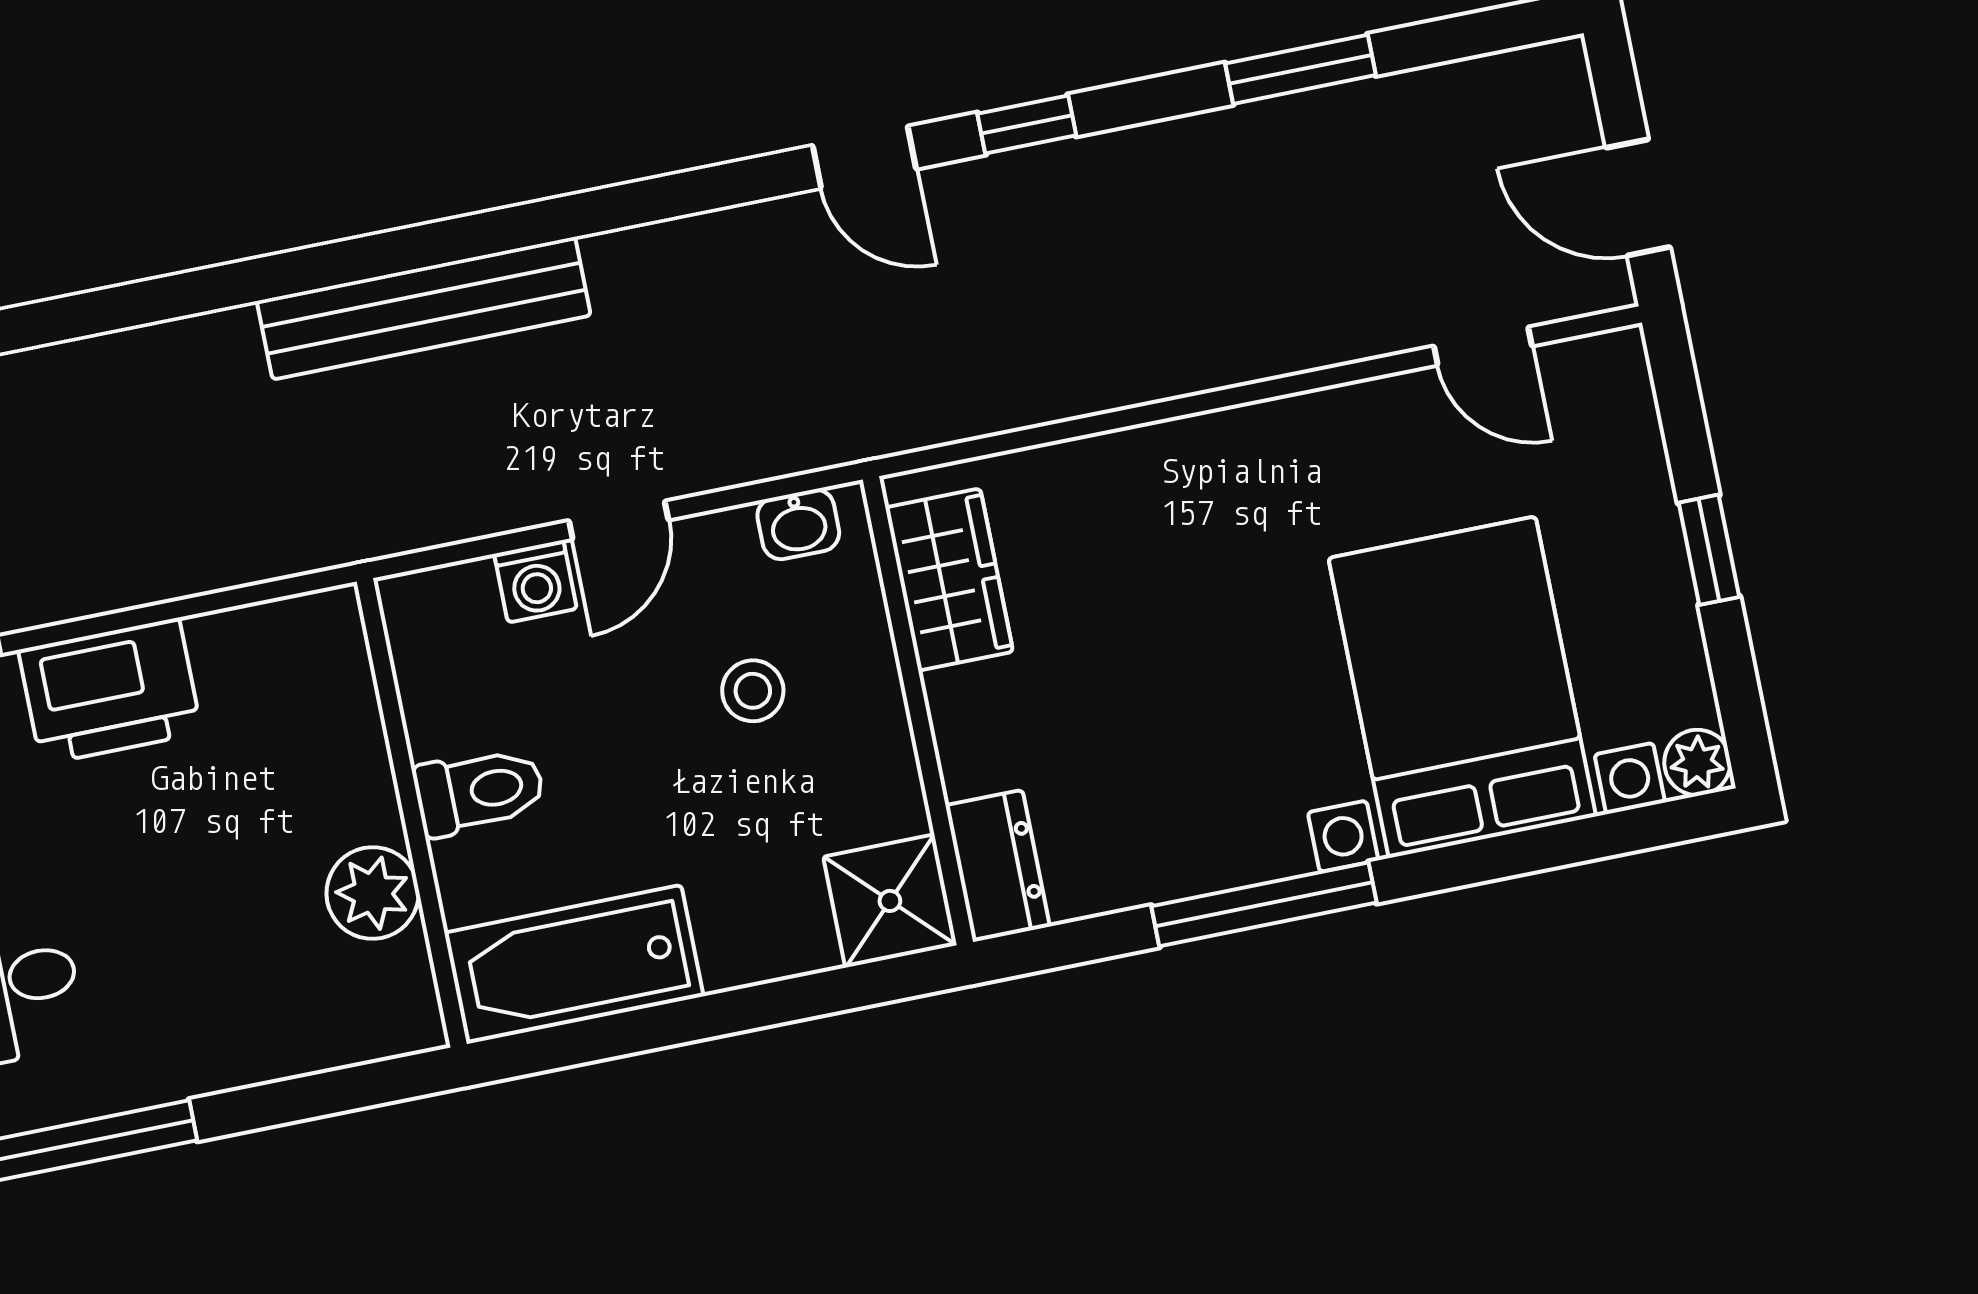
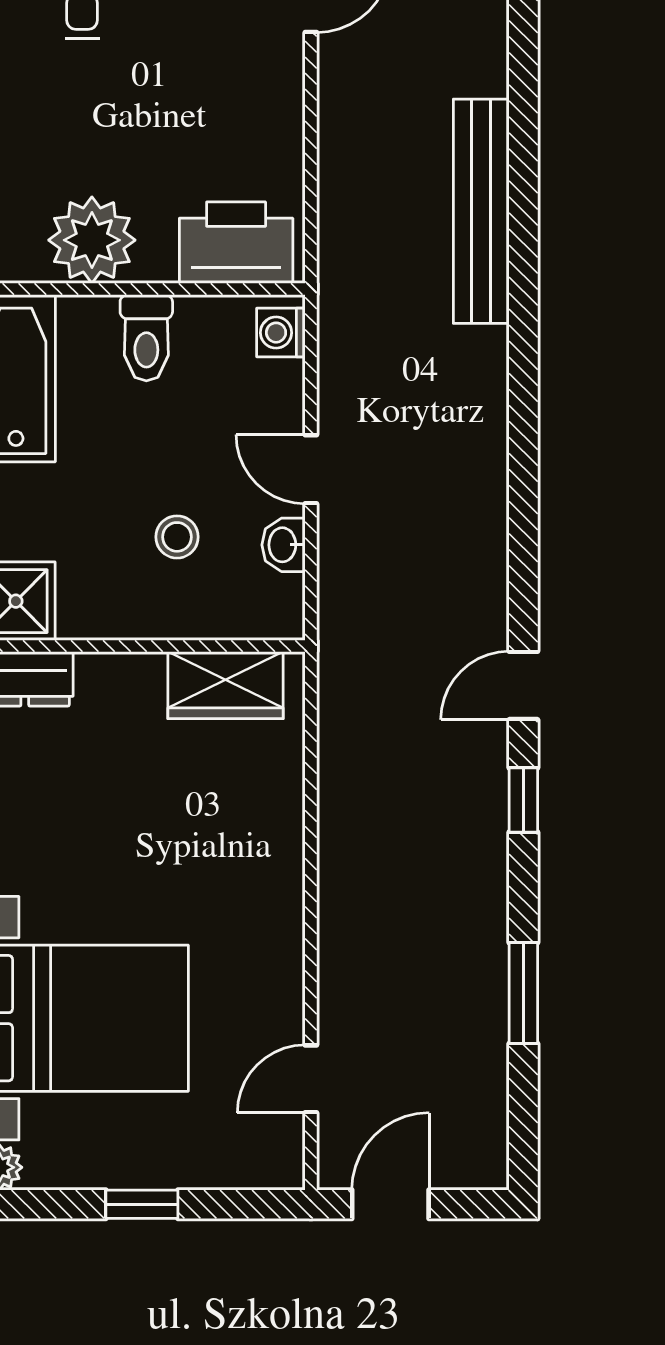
bench: (424, 308) -> (481, 211), moved
washbasin: (798, 524) -> (284, 545), moved
washing machine: (536, 581) -> (281, 333), moved
printer: (110, 691) -> (236, 243), moved, turned 90
plant: (373, 893) -> (92, 240), width x1.36, depth x1.36

